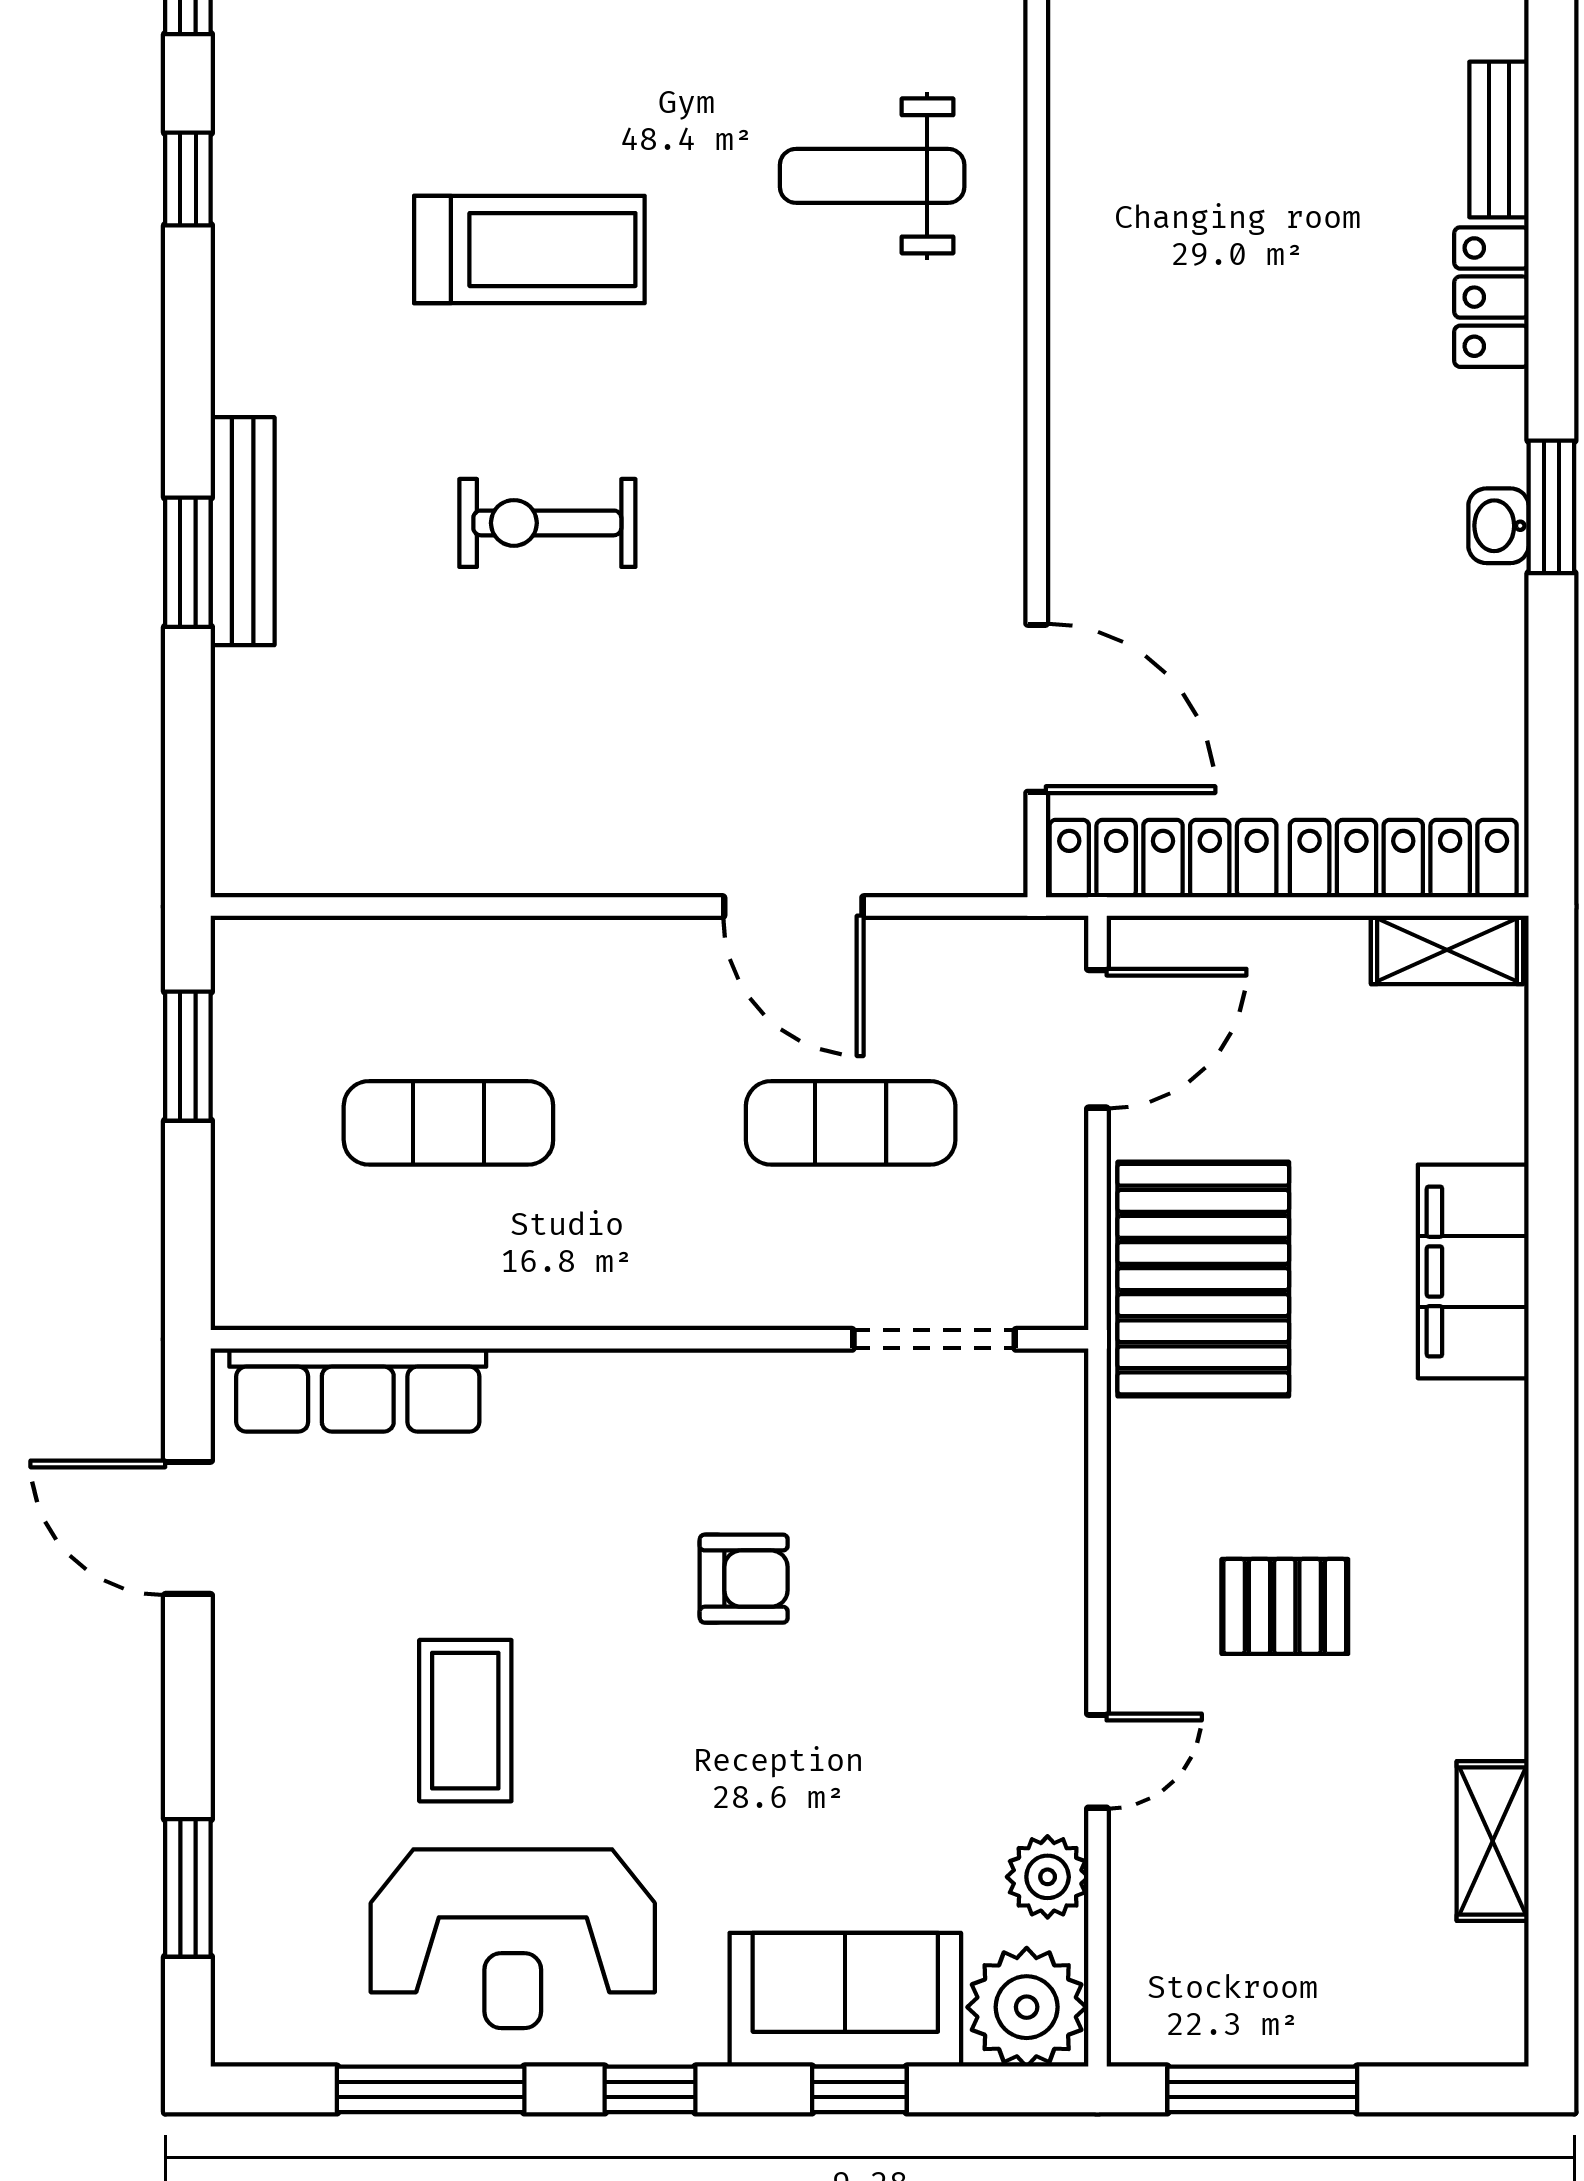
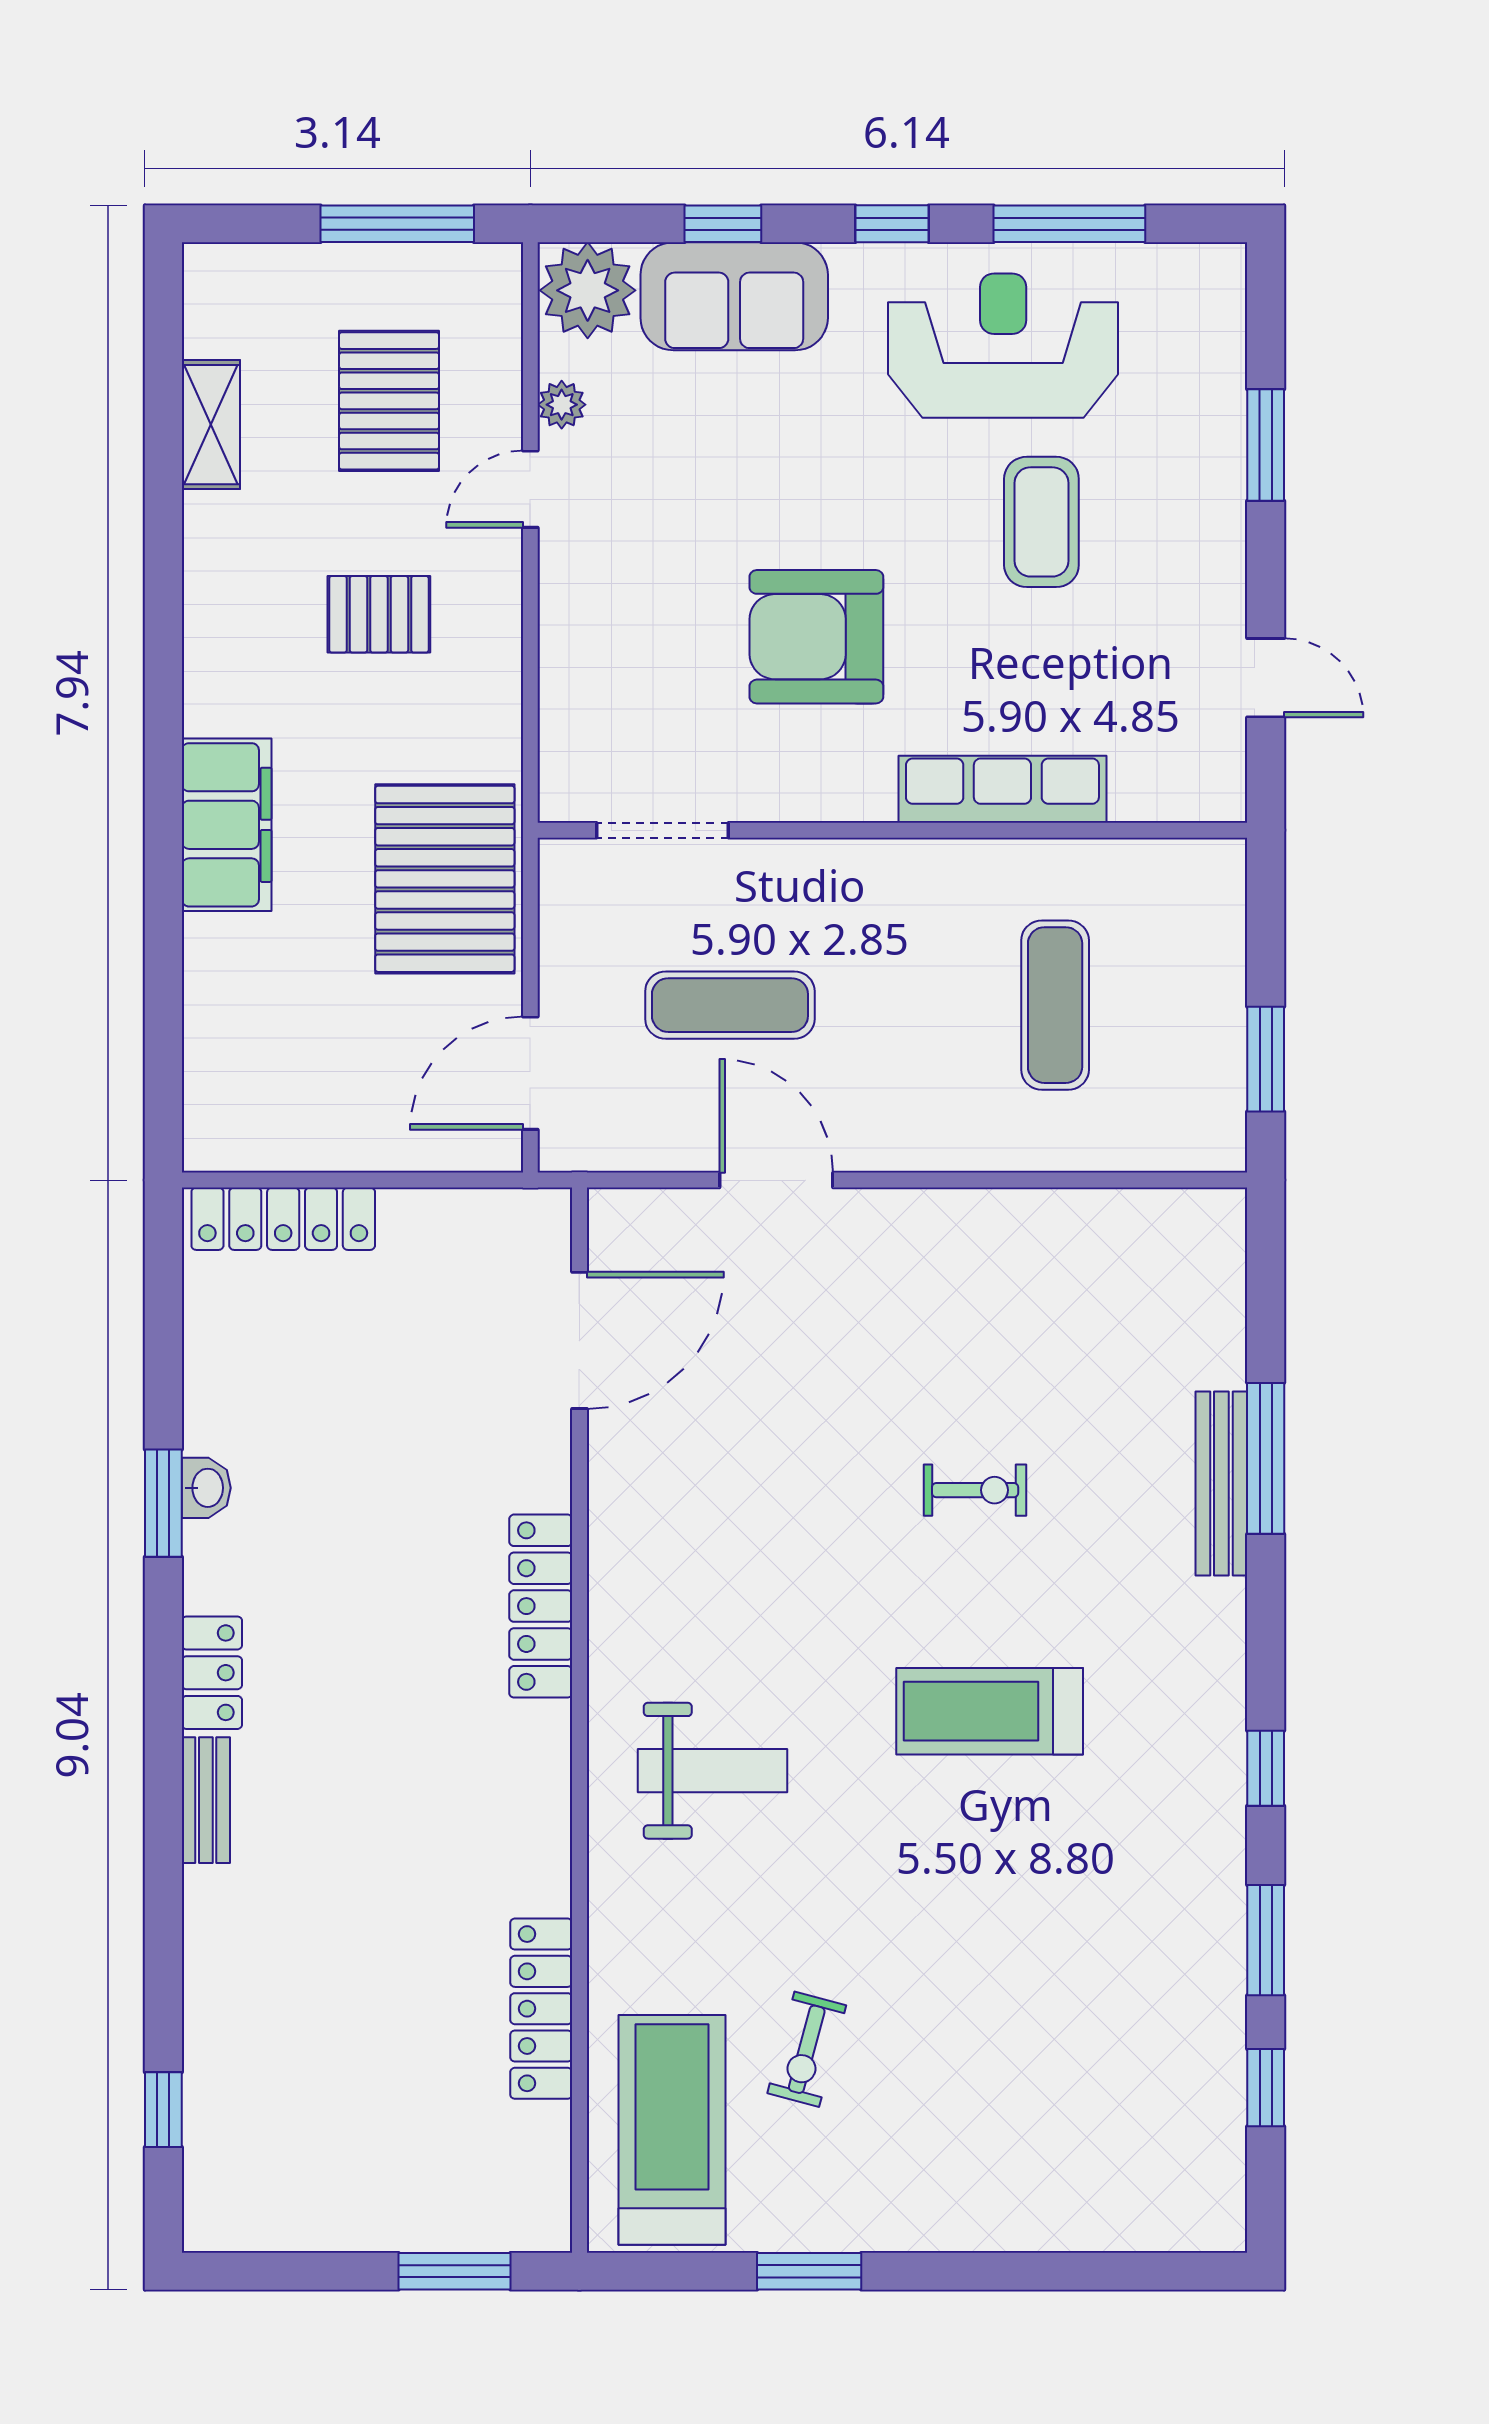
exercise bike: (547, 523) -> (975, 1490), width x0.73, depth x0.72
window: (188, 562) -> (1266, 1458), width x1.44
door: (1037, 708) -> (579, 1340), swing flipped
locker: (1163, 859) -> (541, 1606), moved, turned 90
shelving: (1447, 950) -> (248, 1145), removed
exercise mat: (448, 1123) -> (1055, 1005), turned 90
filing cabinet: (1473, 1271) -> (227, 825), moved
row of seats: (358, 1390) -> (1002, 789), moved
door: (188, 1528) -> (1266, 678), width x0.73
armchair: (744, 1579) -> (816, 637), width x1.88, depth x1.88
pallet: (1272, 1870) -> (389, 401), added
plant: (1048, 1877) -> (562, 405), width x0.73, depth x0.73
window: (188, 1888) -> (1266, 445), moved

